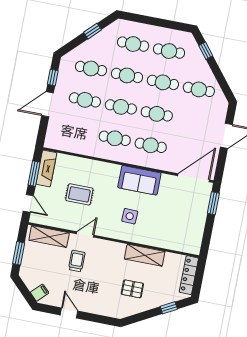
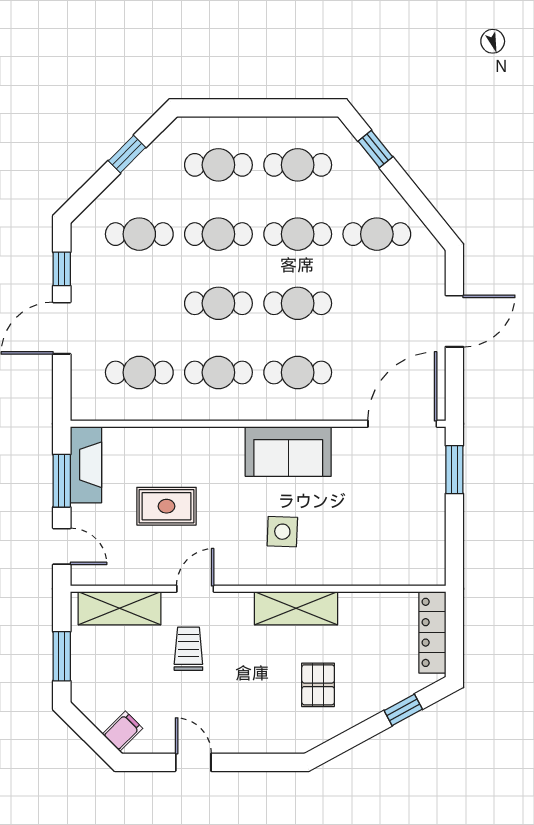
cafe table: (85, 100) -> (139, 372), moved
shelving: (145, 255) -> (296, 608), moved
pallet: (132, 289) -> (318, 685), turned 90

